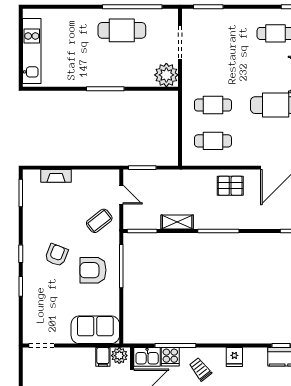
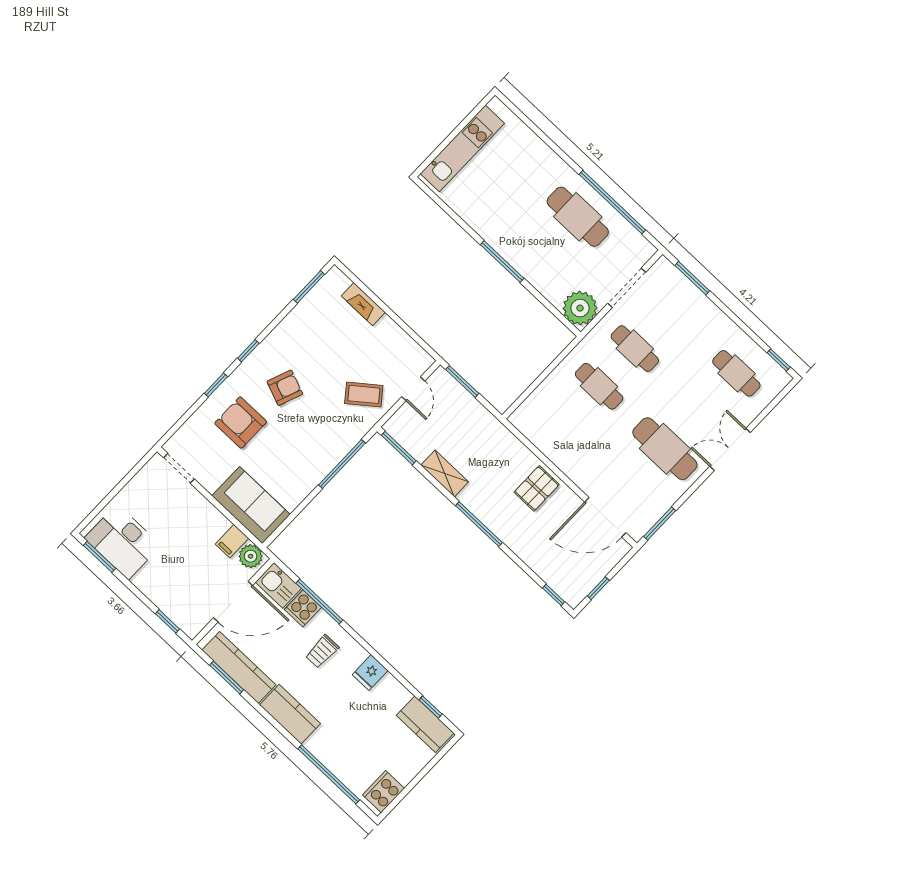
cafe table: (213, 141) -> (635, 349), moved
pallet: (230, 186) -> (537, 488), turned 90
armchair: (93, 270) -> (241, 423), moved
trolley: (200, 369) -> (322, 651), turned -142

